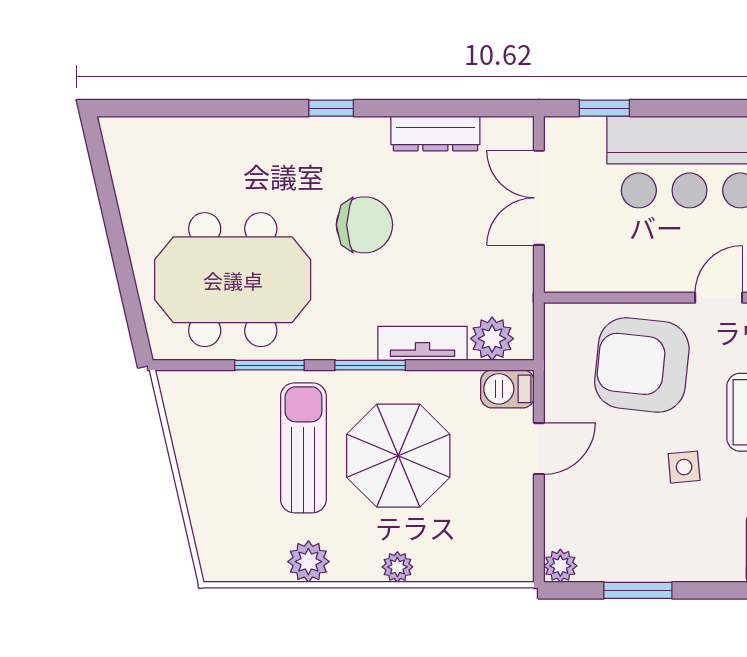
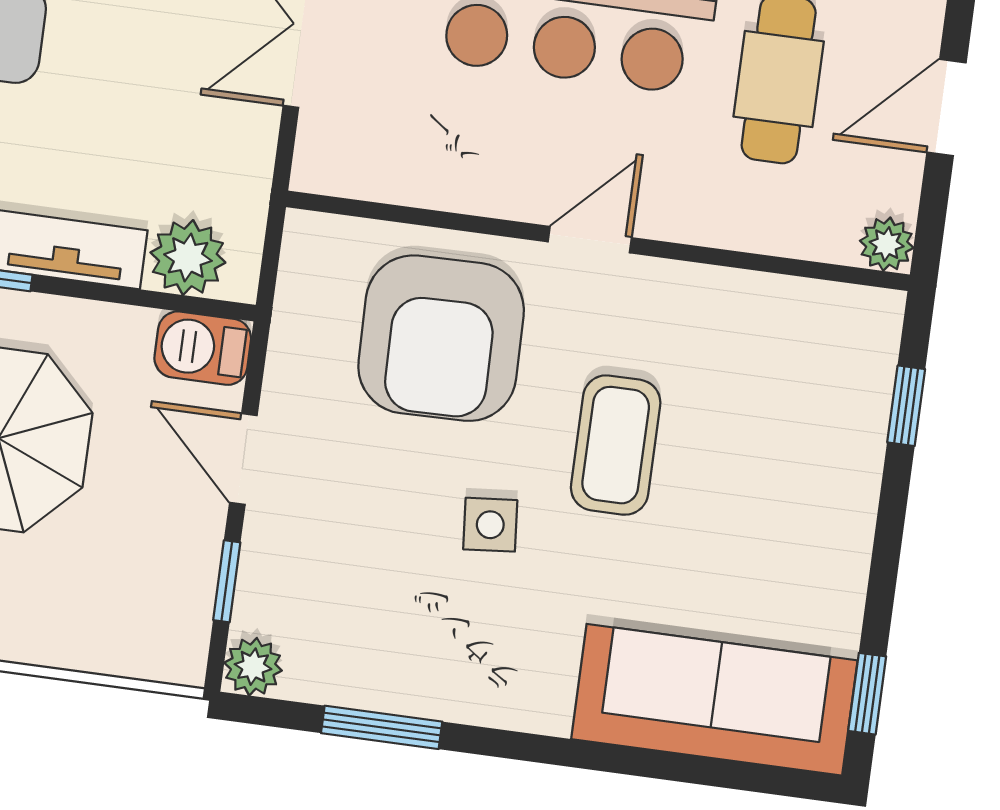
armchair: (642, 365) -> (441, 338), turned -97
door: (539, 449) -> (243, 459), swing flipped
window: (539, 519) -> (227, 581), added

